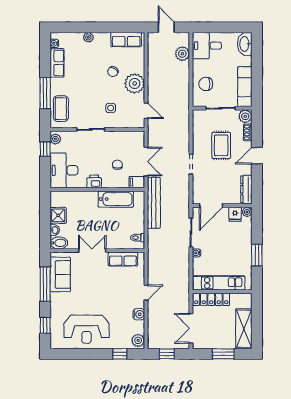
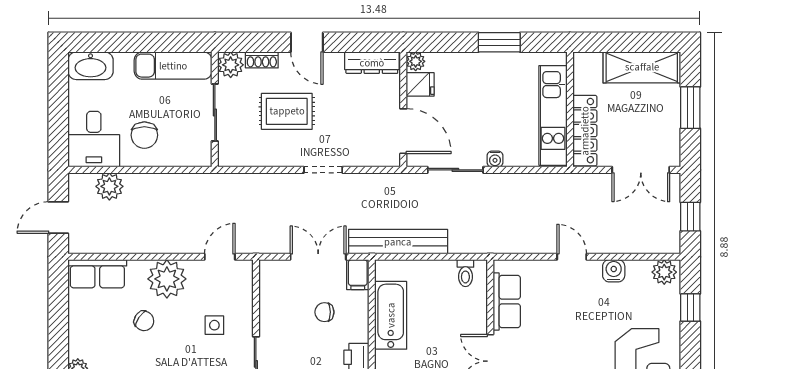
row of seats: (126, 40) -> (97, 274), moved, turned 90
chair: (206, 84) -> (144, 135), moved

